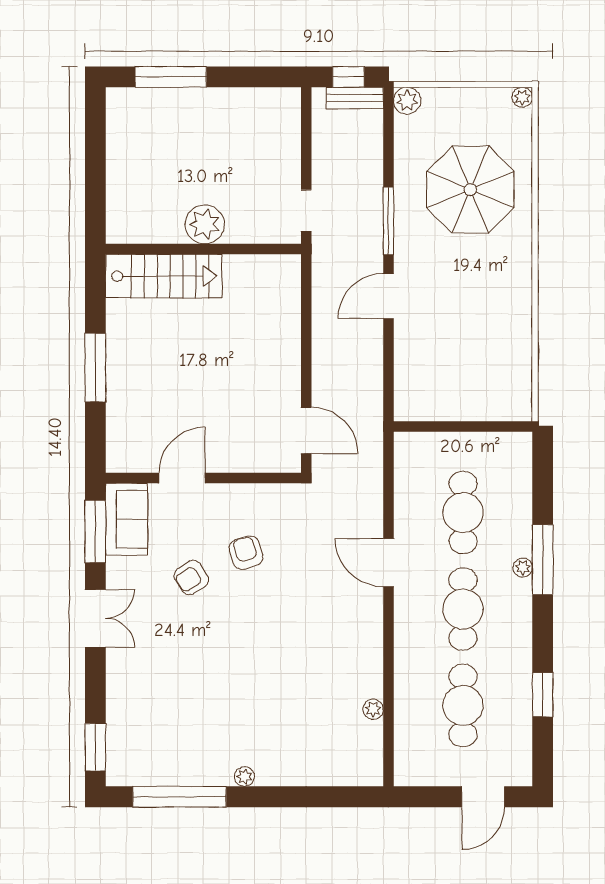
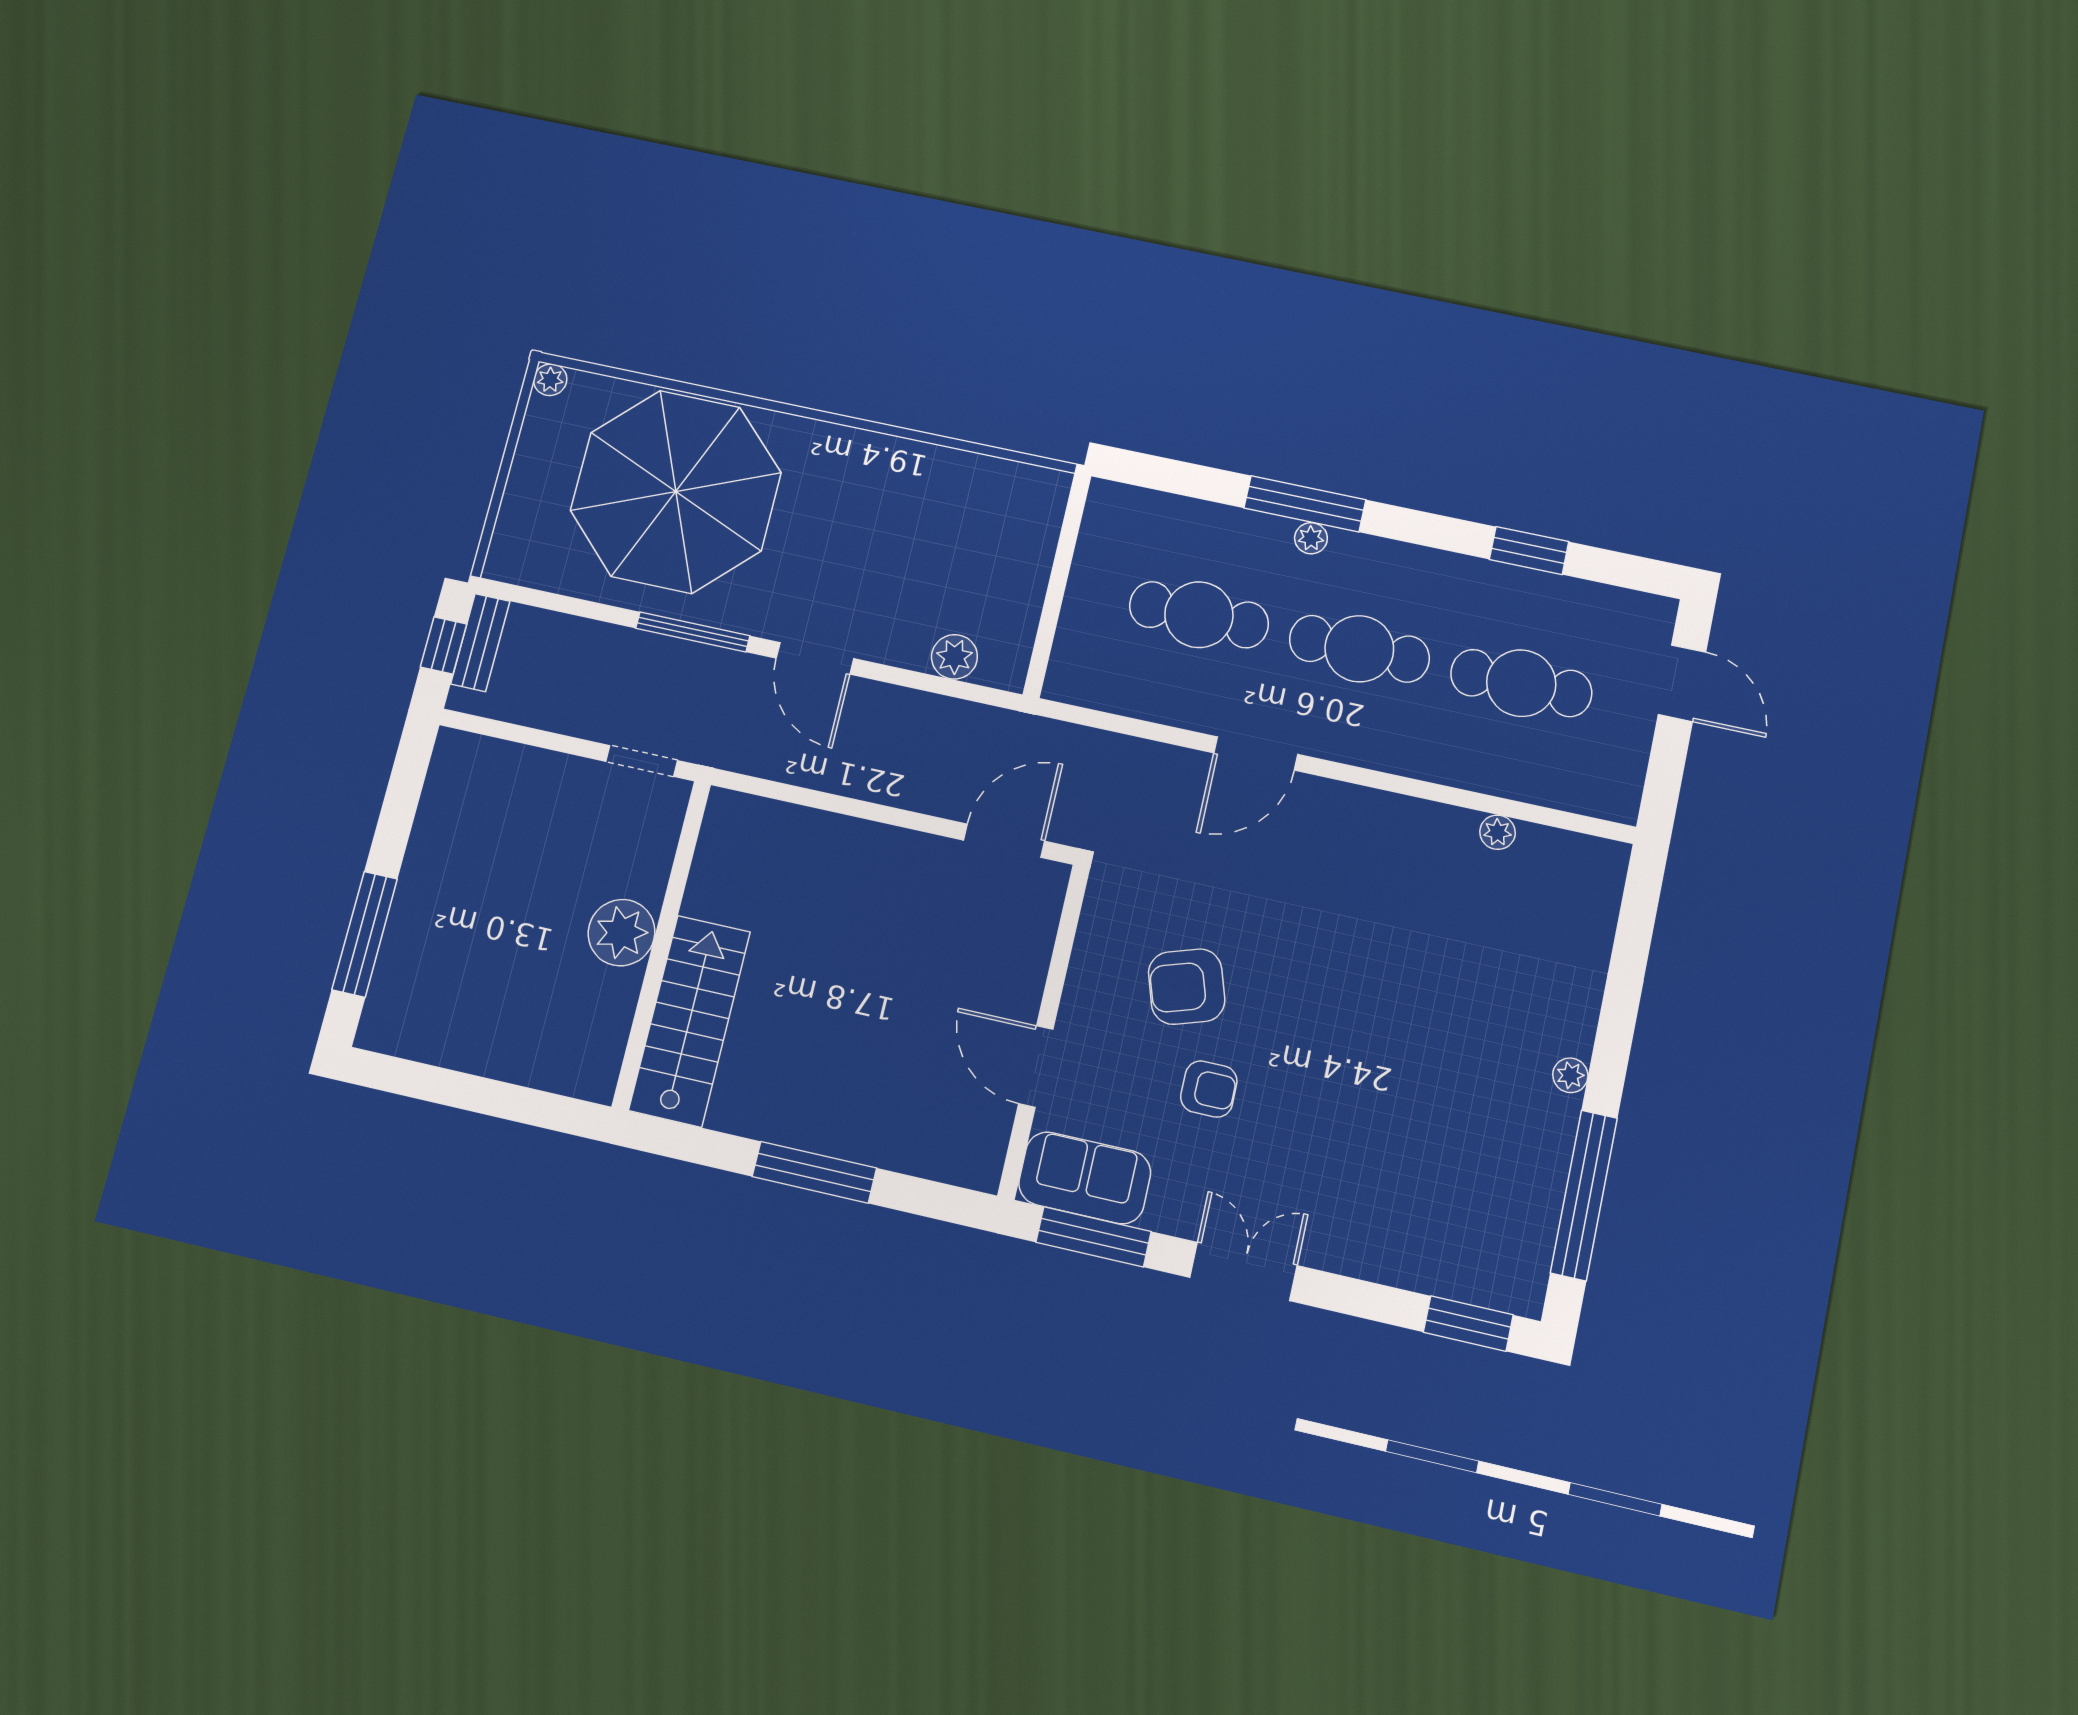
plant: (407, 101) -> (954, 657), moved
parasol: (470, 190) -> (676, 492), width x1.36, depth x1.36
armchair: (246, 553) -> (1187, 987), width x1.38, depth x1.38
armchair: (191, 578) -> (1209, 1089), turned -58

